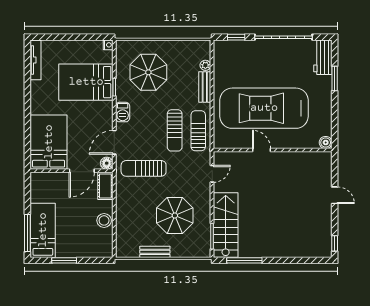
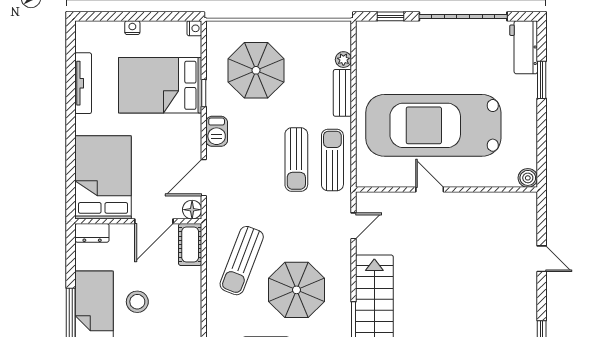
nightstand: (68, 44) -> (132, 28), added
tv unit: (36, 60) -> (83, 83), moved
sun lounger: (144, 168) -> (242, 261), moved, turned -69
dresser: (41, 178) -> (92, 233), added
stool: (104, 220) -> (137, 302), moved

